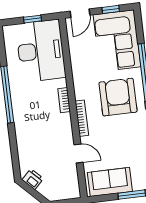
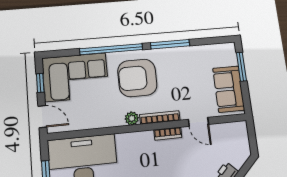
plant: (80, 93) -> (132, 118), added
bookcase: (64, 100) -> (168, 134), moved
door: (79, 154) -> (198, 122), swing flipped

